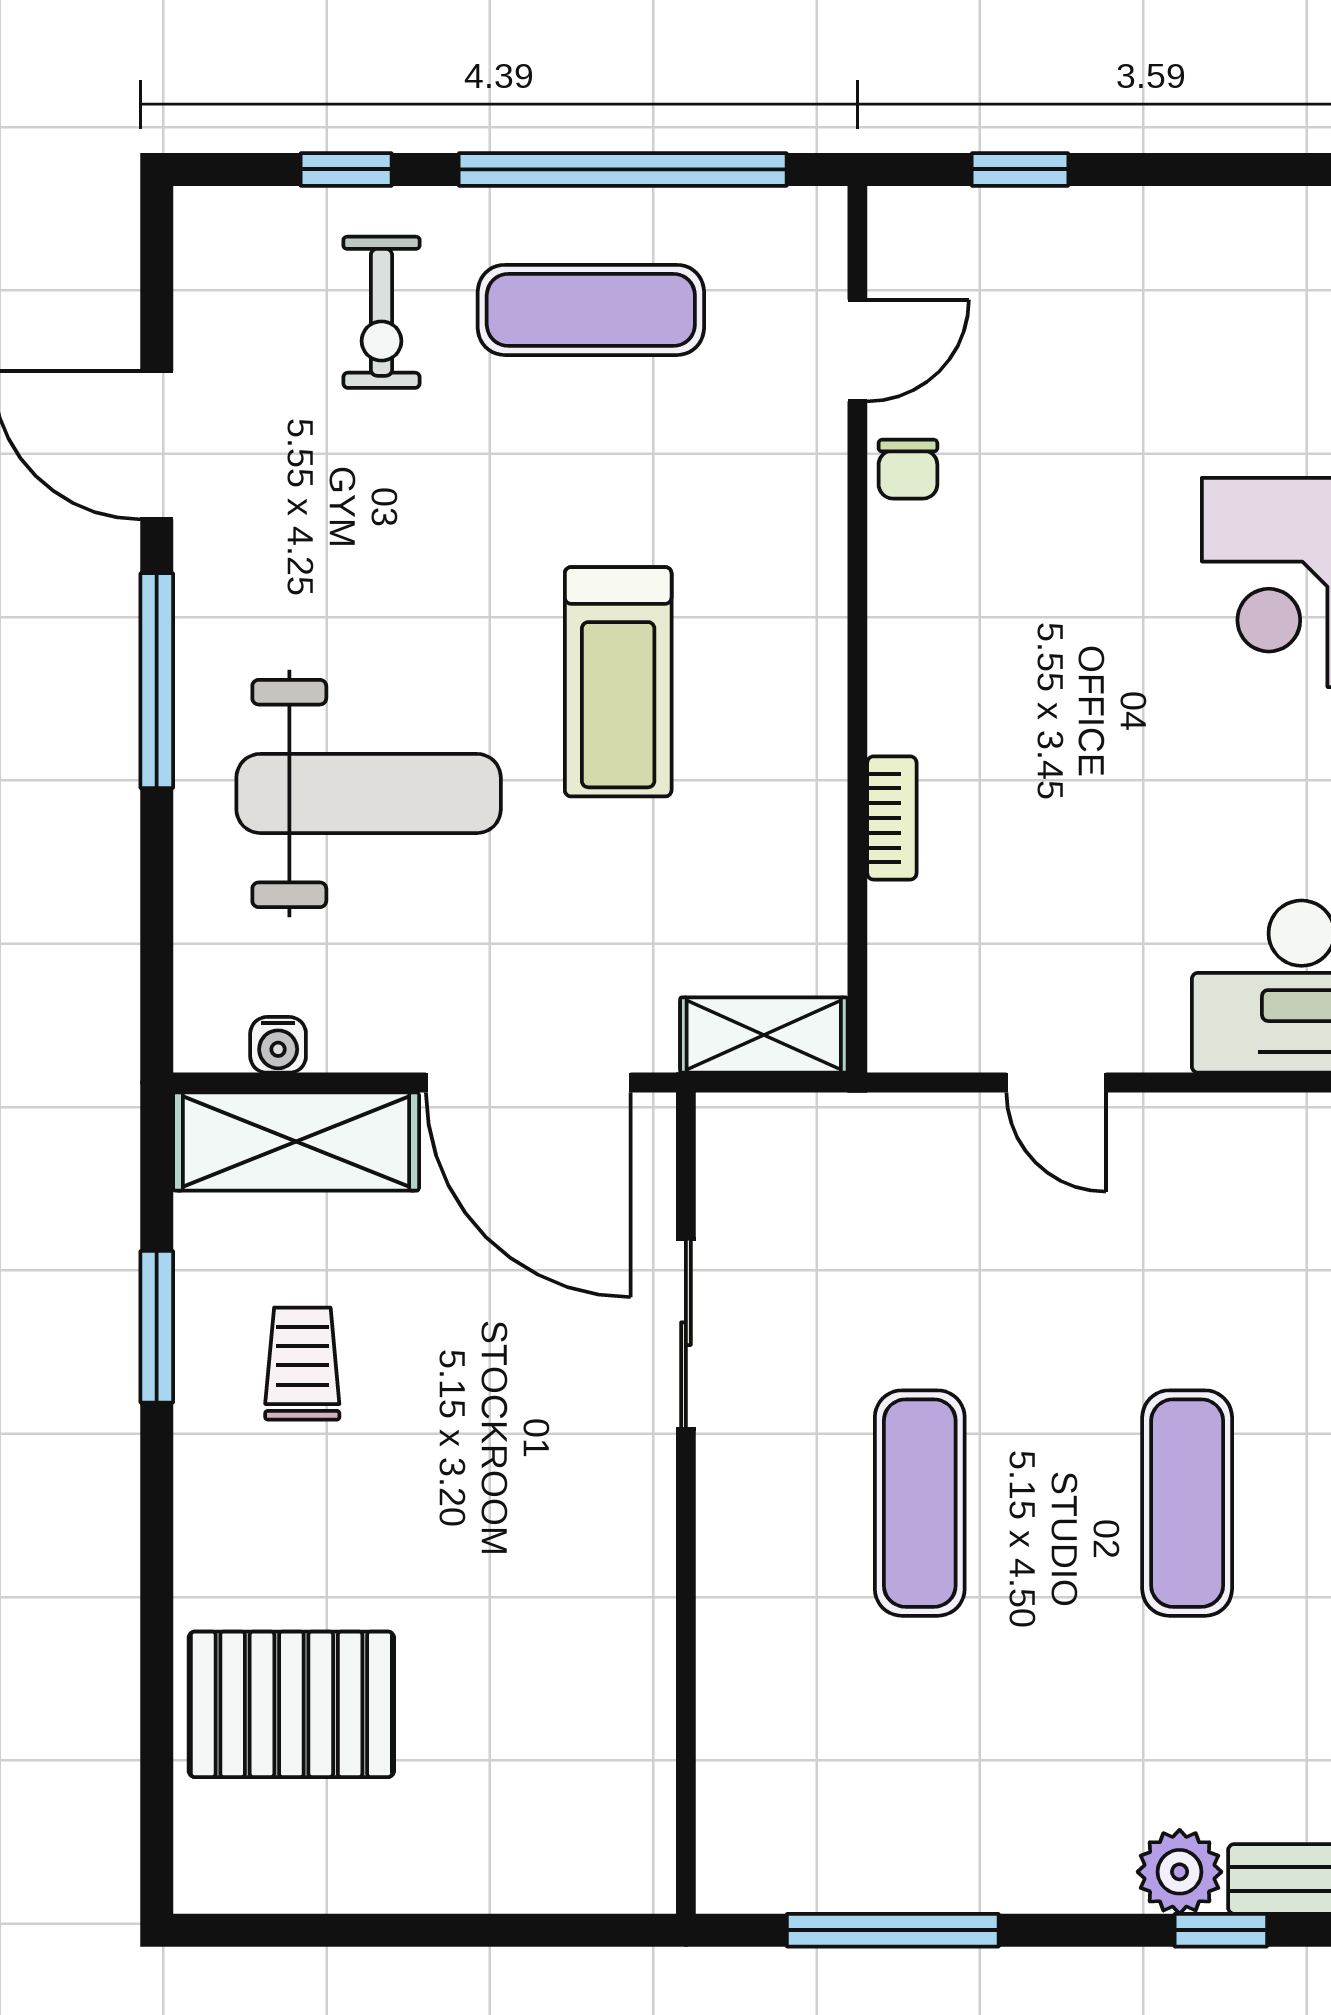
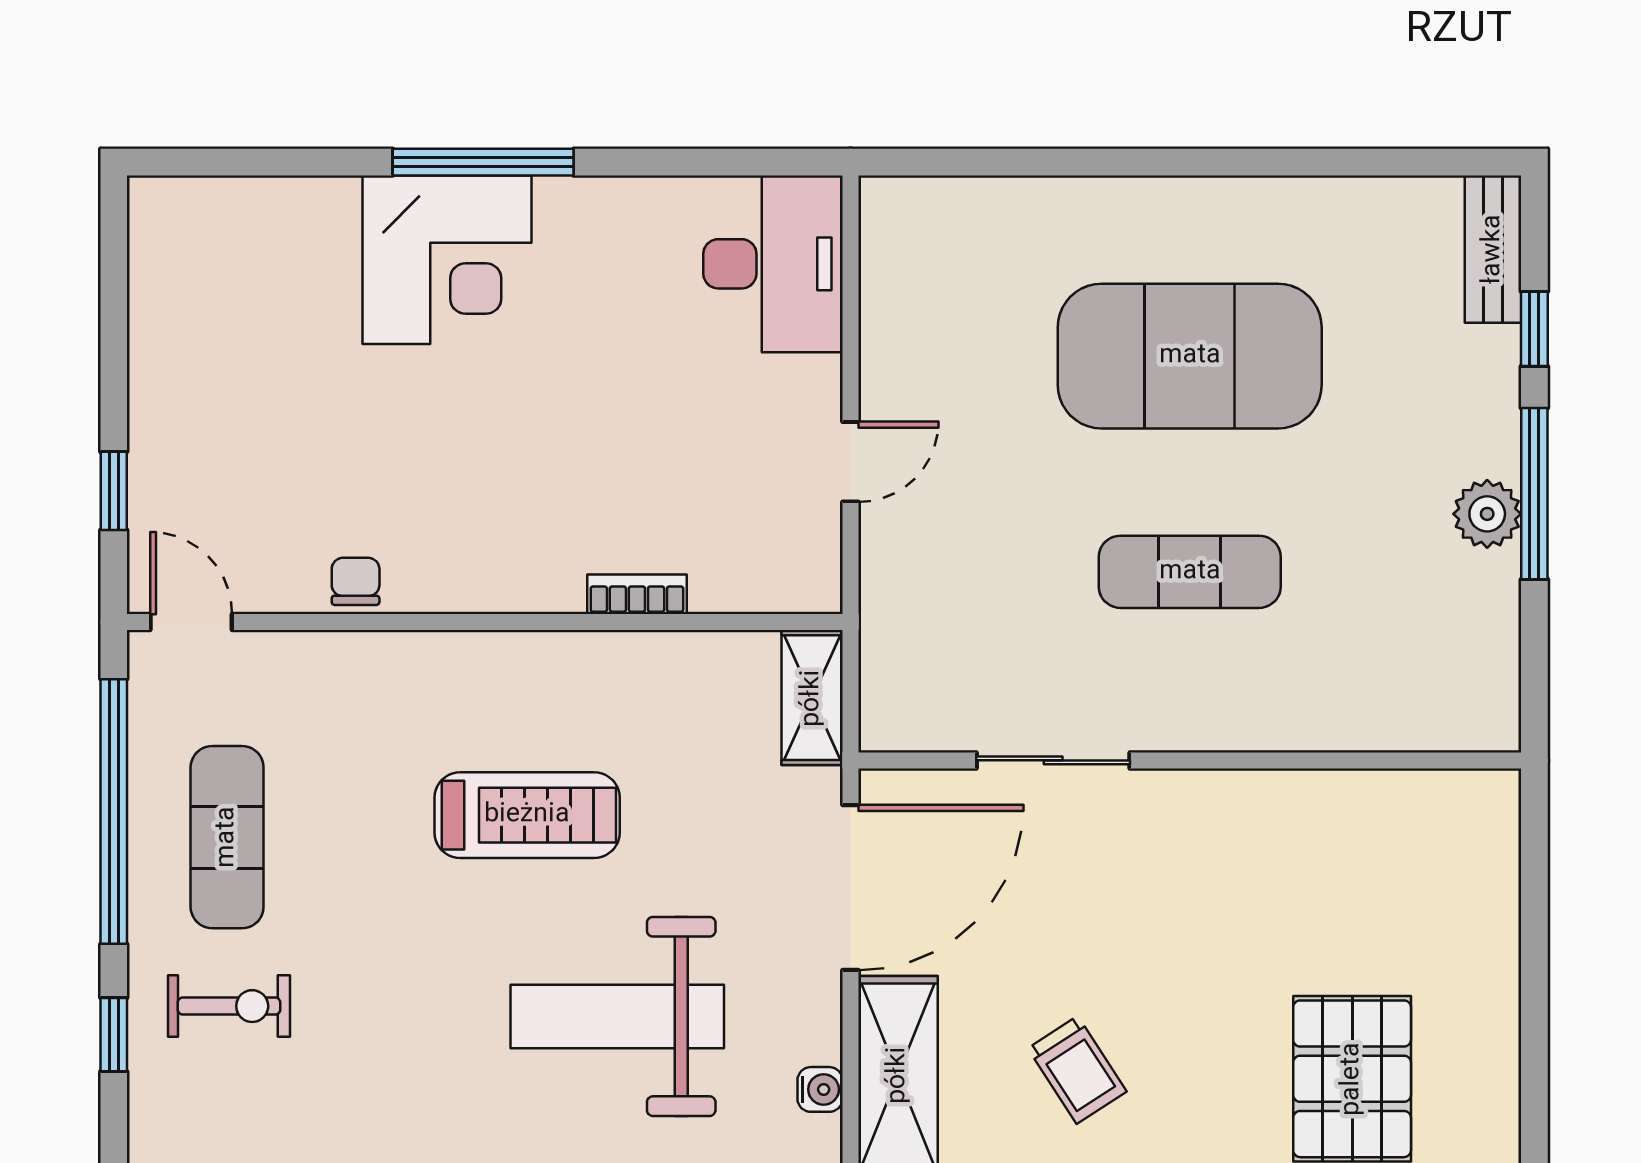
door: (857, 350) -> (191, 622), moved
chair: (908, 469) -> (356, 581), turned -90
weight bench: (369, 793) -> (617, 1016), turned -90
trolley: (302, 1364) -> (1077, 1070), turned -123
exercise mat: (1187, 1503) -> (1190, 356), width x2.00, depth x1.45
plant: (1180, 1872) -> (1487, 514), moved
window: (893, 1930) -> (1534, 494), moved

